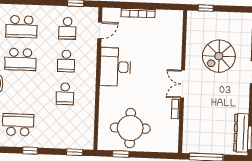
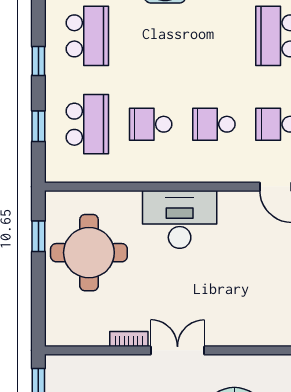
school desk: (20, 59) -> (87, 124), moved, turned 180
desk: (115, 67) -> (180, 219), moved
window: (75, 152) -> (38, 126), moved

